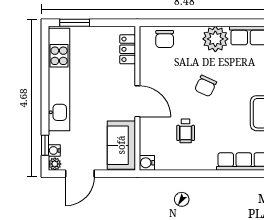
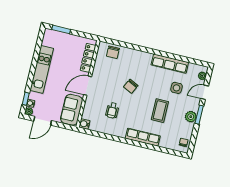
plant: (215, 39) -> (143, 59), removed
locker: (128, 49) -> (88, 58), width x1.53
kitchen unit: (59, 79) -> (42, 69), width x0.73
door: (137, 101) -> (88, 86), swing flipped

